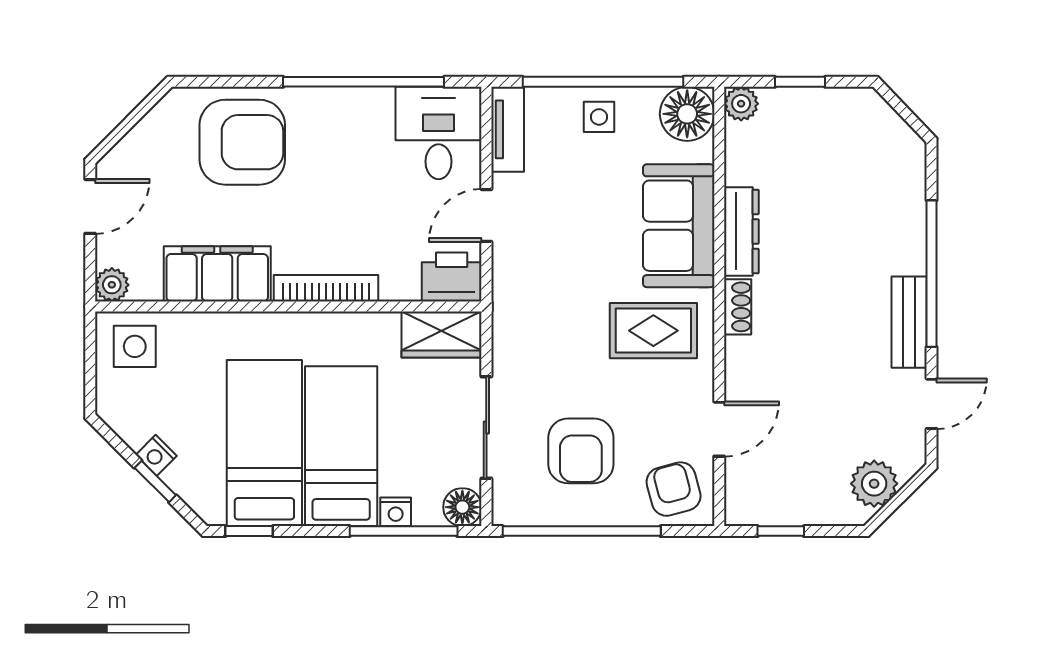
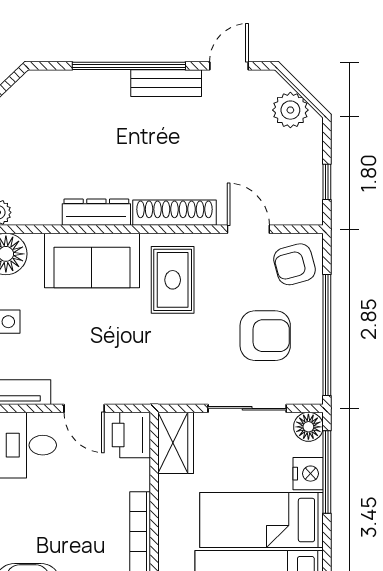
shoe rack: (738, 307) -> (175, 213), width x1.94, depth x1.24
door: (932, 404) -> (229, 66), hinge flipped
nightstand: (396, 512) -> (308, 474), width x1.39, depth x1.35

